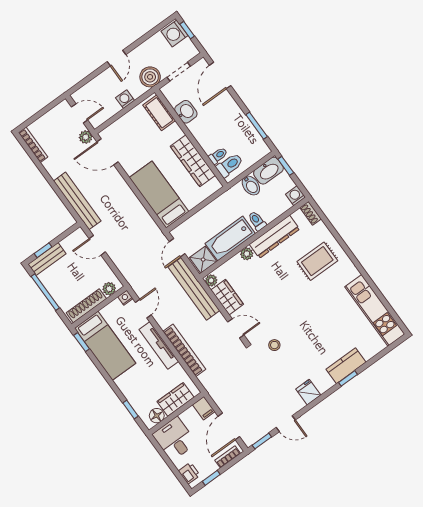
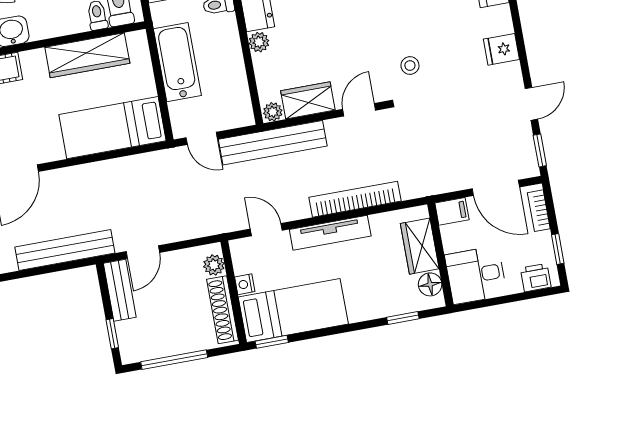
bathtub: (230, 238) -> (177, 62), moved, turned 180
bench: (47, 259) -> (120, 290), moved
shower: (203, 260) -> (237, 109), removed
nightstand: (125, 298) -> (245, 284), moved

